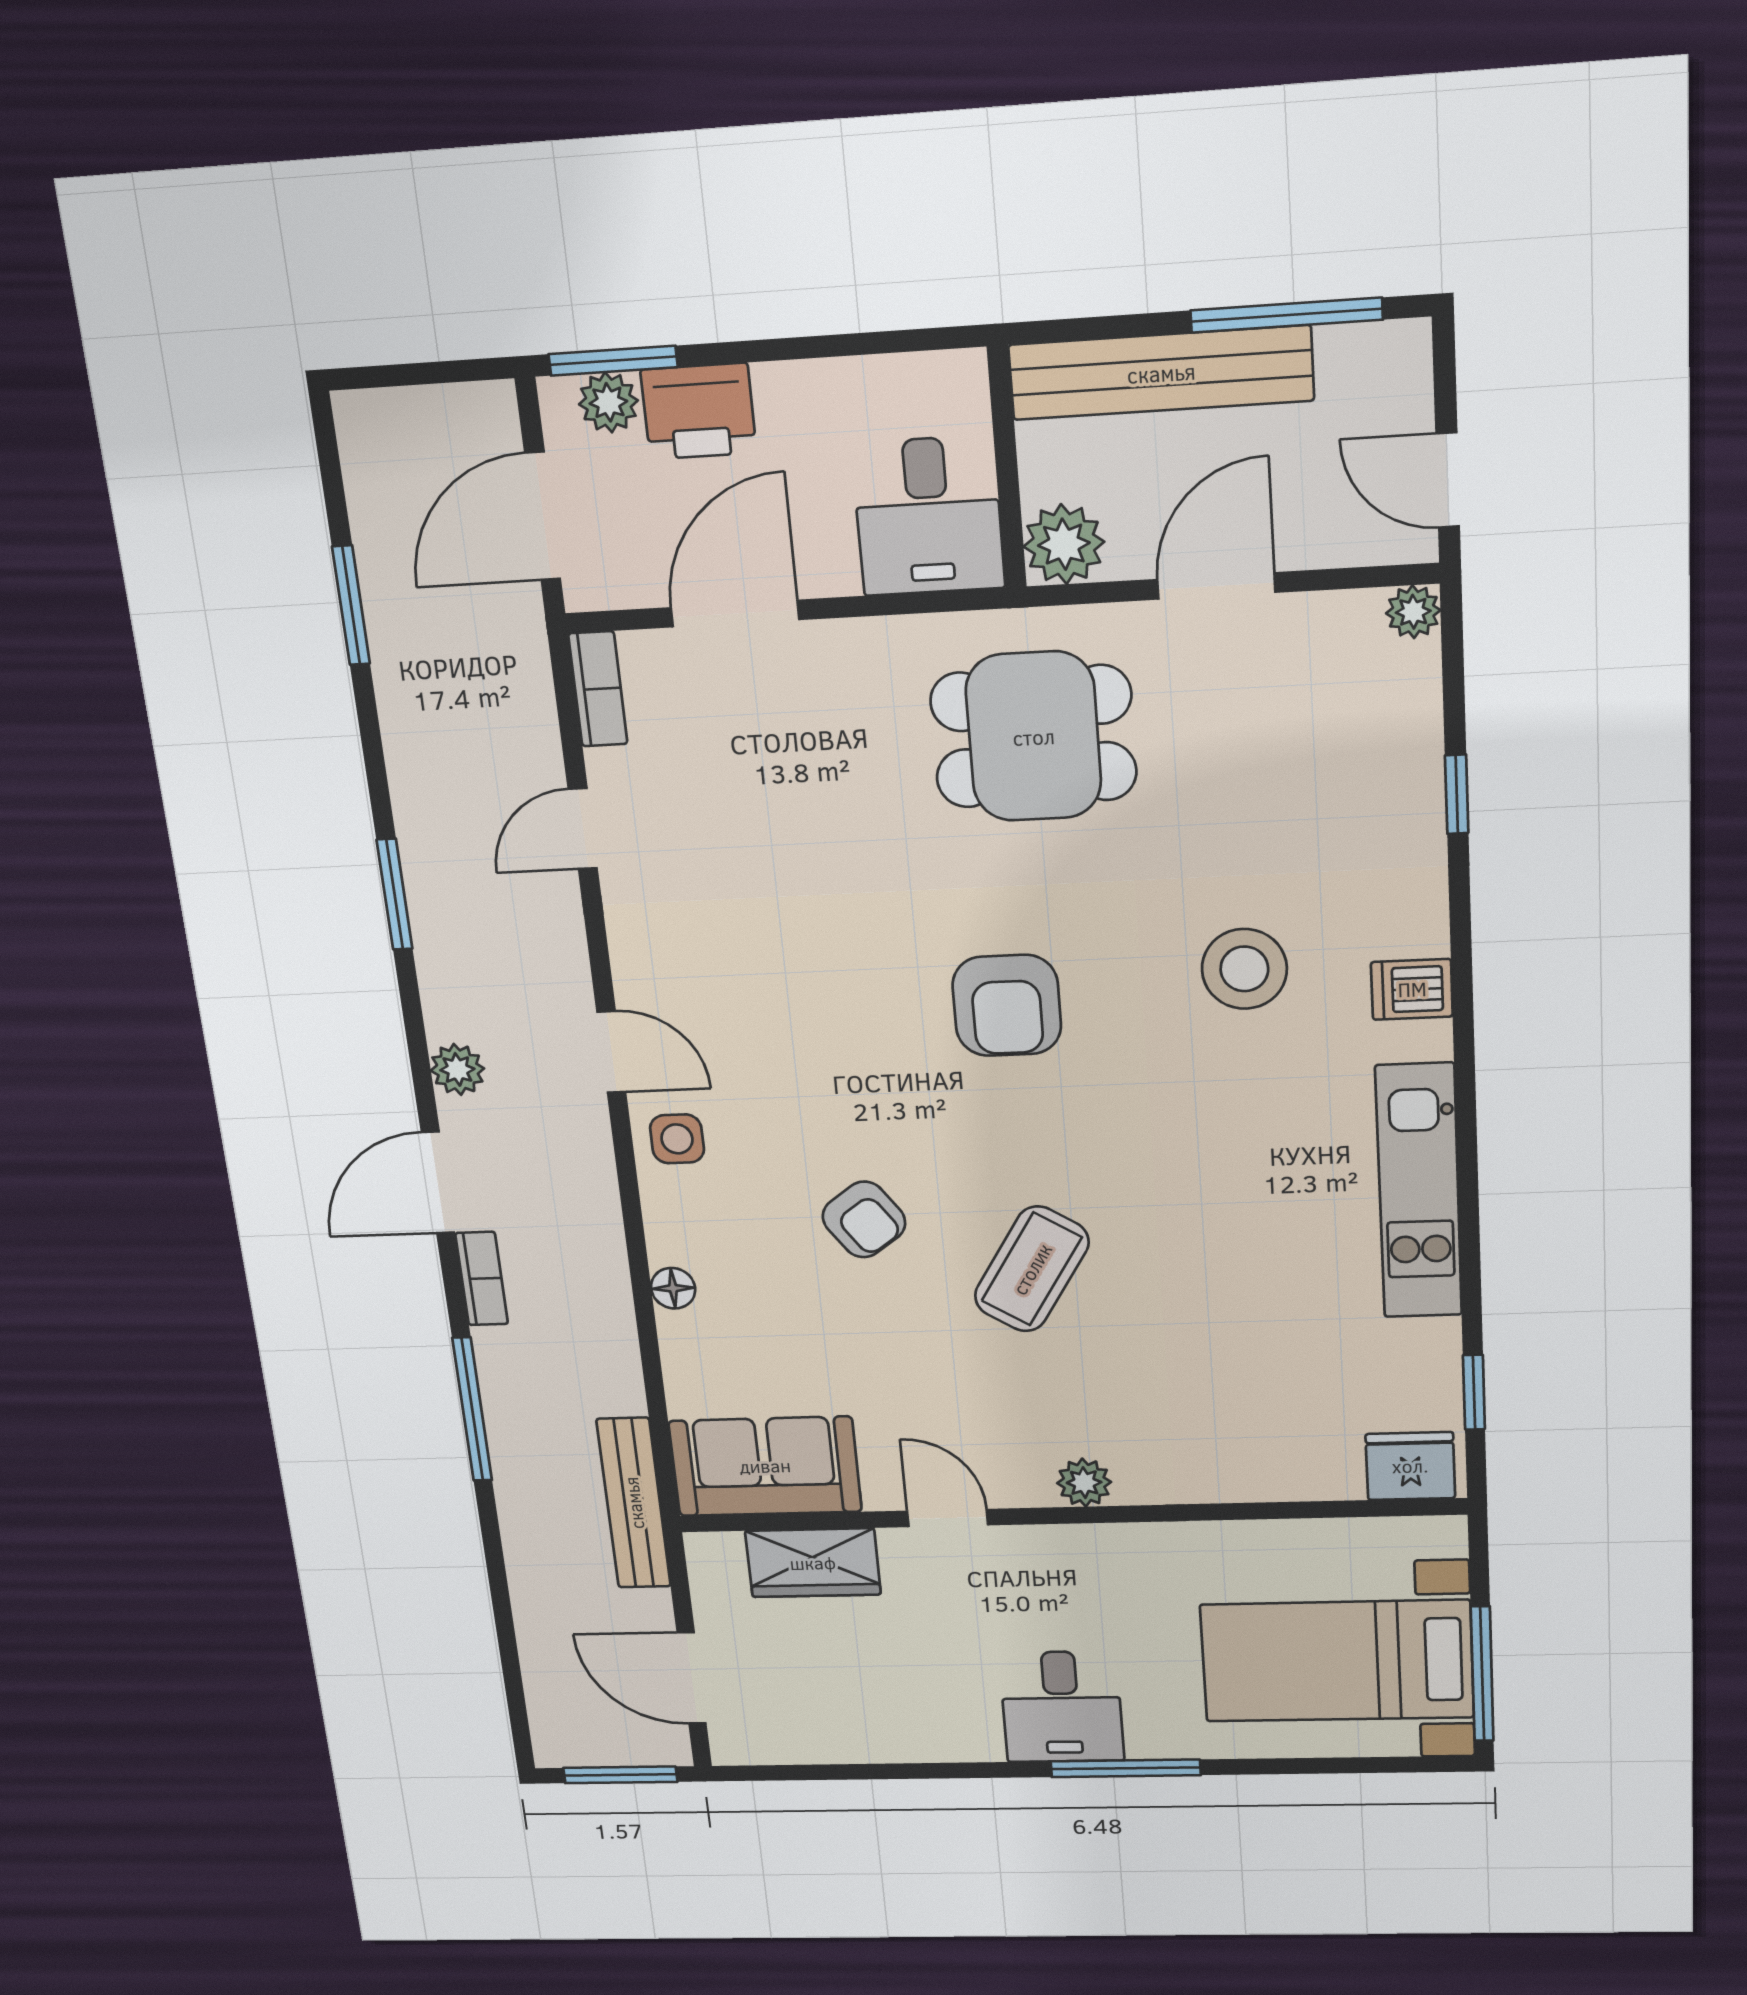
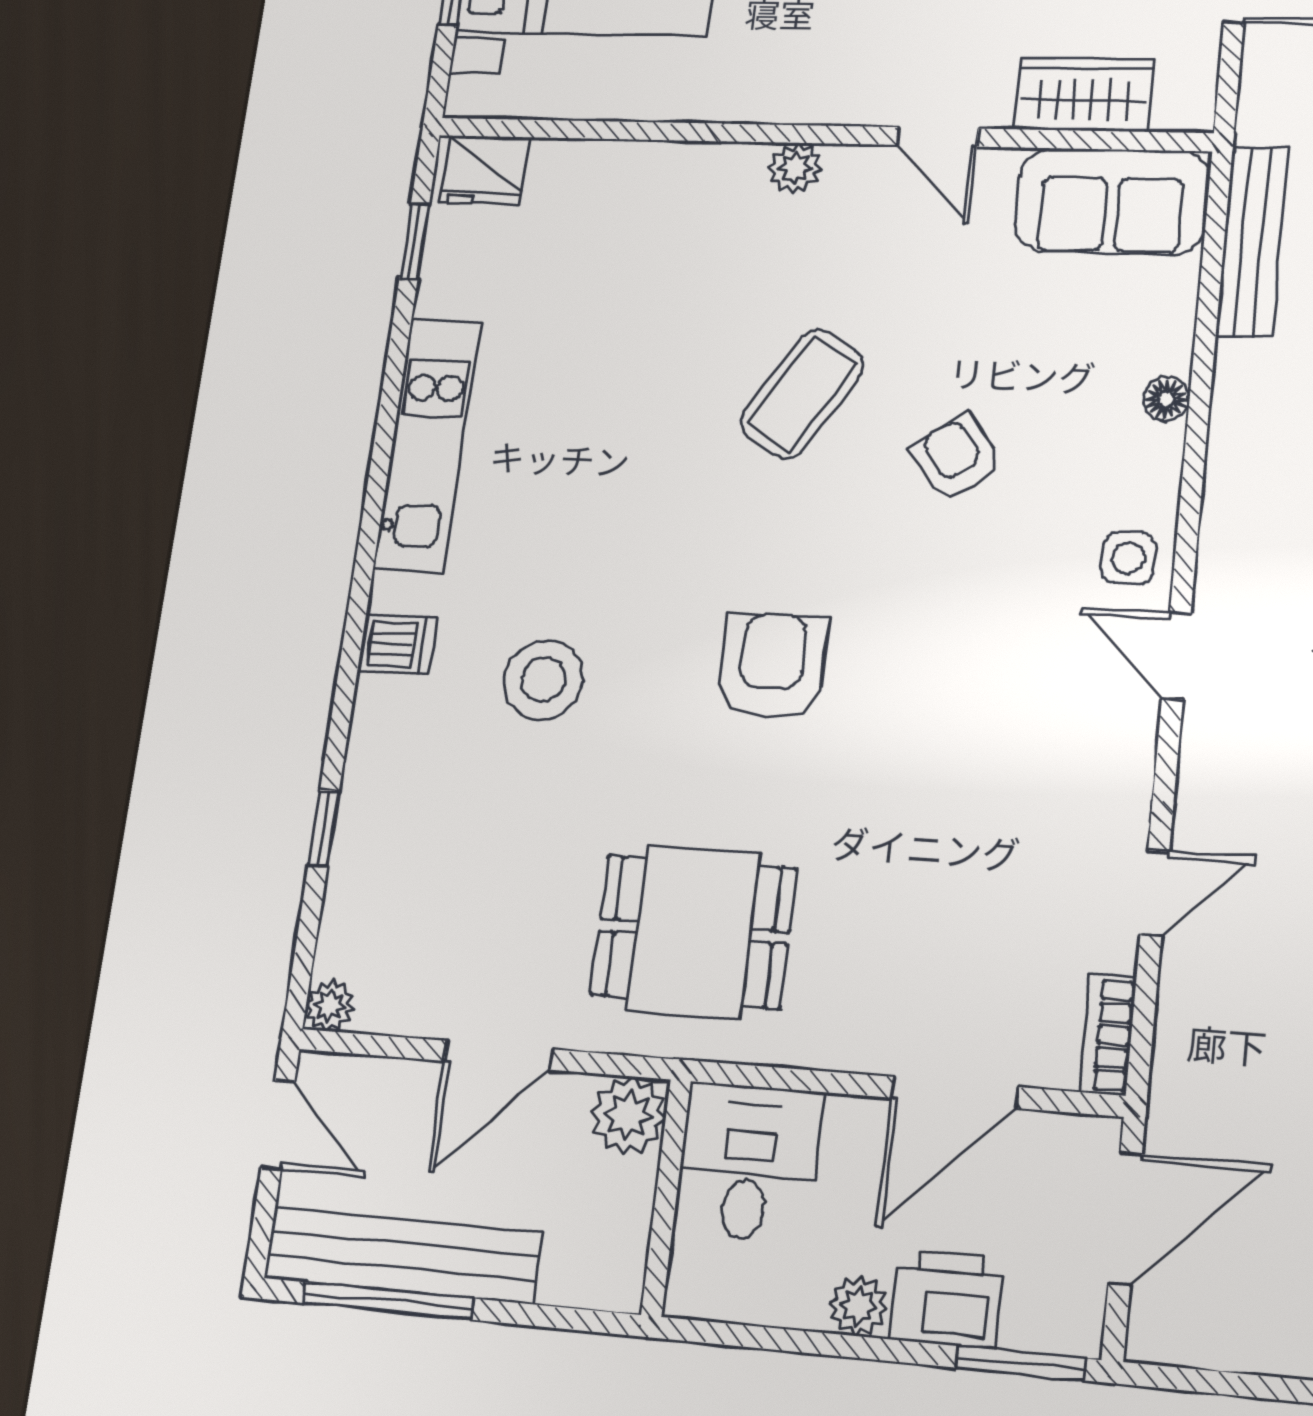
bench: (1161, 373) -> (402, 1255), moved
plant: (608, 402) -> (858, 1306), moved
bench: (634, 1503) -> (1252, 241), moved

